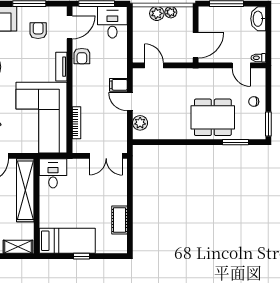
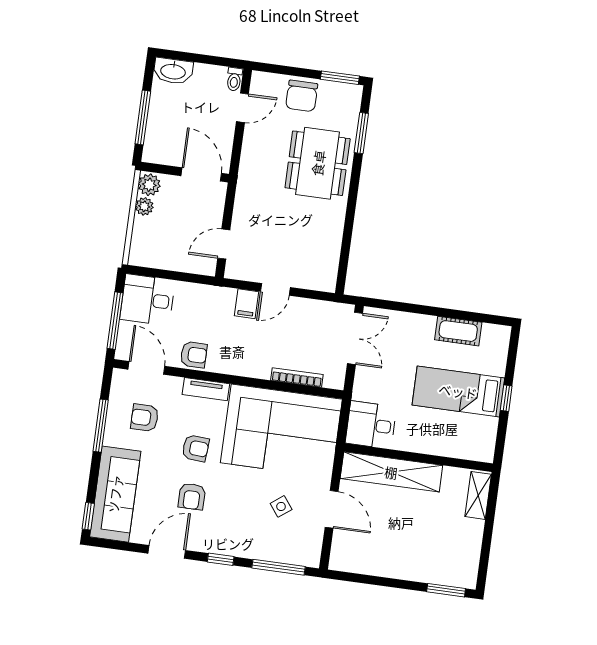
plant: (157, 13) -> (149, 185), moved
armchair: (23, 65) -> (196, 448), added
chair: (254, 102) -> (302, 96), width x1.87, depth x1.87
plant: (140, 123) -> (311, 278), removed
bed: (67, 241) -> (458, 391), moved, turned -90

